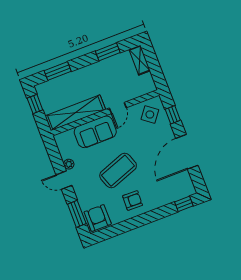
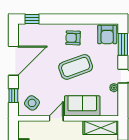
shelving: (75, 113) -> (101, 128), width x0.68

